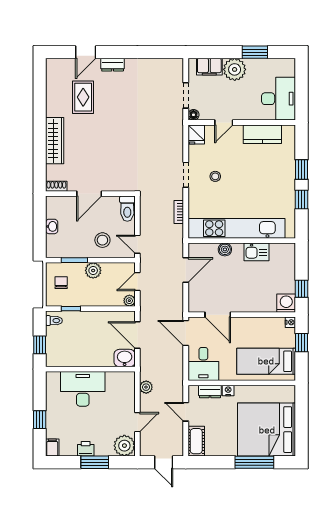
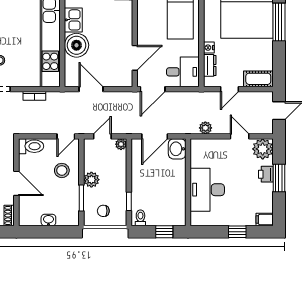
boiler: (225, 249) -> (76, 45), width x1.86, depth x1.86
door: (137, 282) -> (102, 136), swing flipped
printer: (86, 449) -> (266, 174), moved

